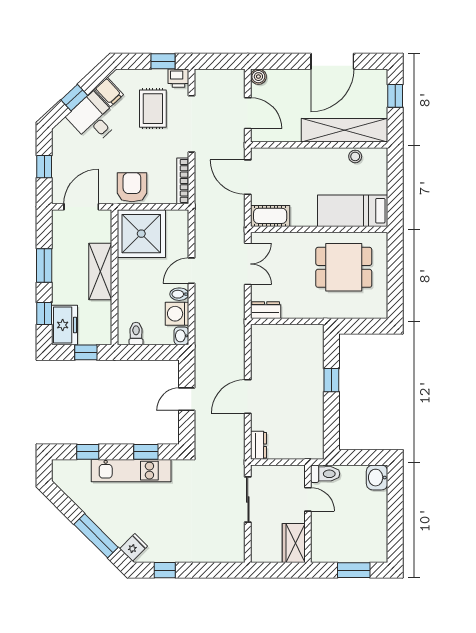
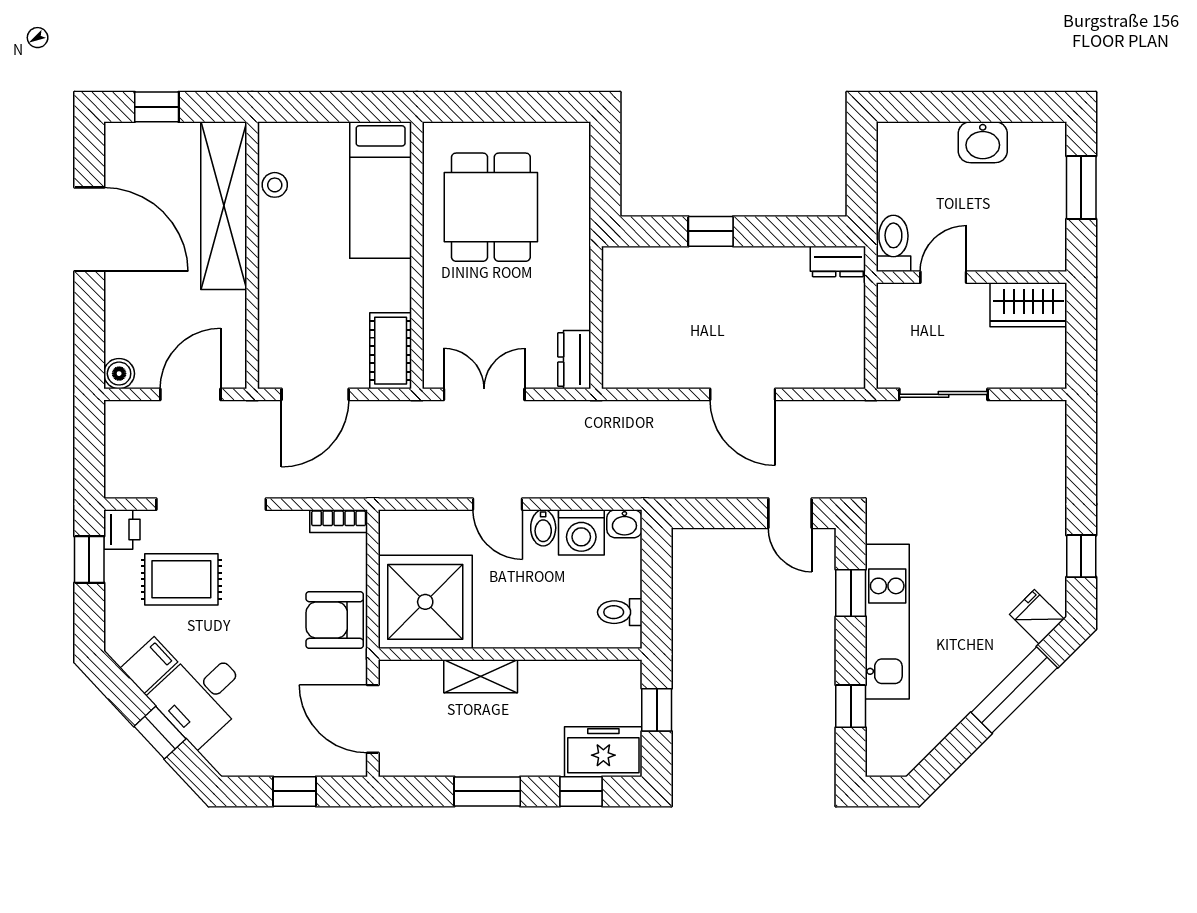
bookcase: (183, 181) -> (339, 521), width x0.64
shelving: (100, 272) -> (481, 676), width x0.67, depth x0.75
door: (187, 399) -> (790, 513), moved
dresser: (259, 445) -> (838, 261), moved, turned 180
washbasin: (377, 478) -> (983, 142), moved

